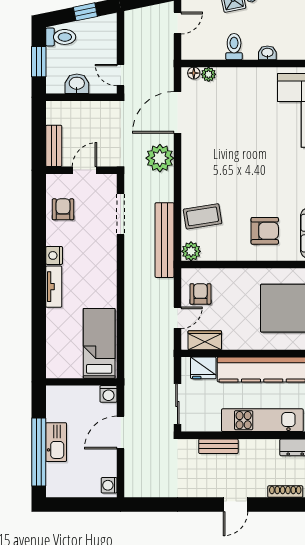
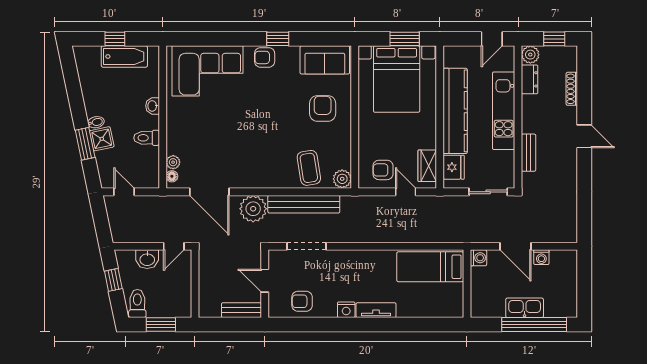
washbasin: (77, 84) -> (147, 259), moved, turned -90
bench: (165, 240) -> (304, 204), moved
washing machine: (109, 485) -> (541, 257), moved

